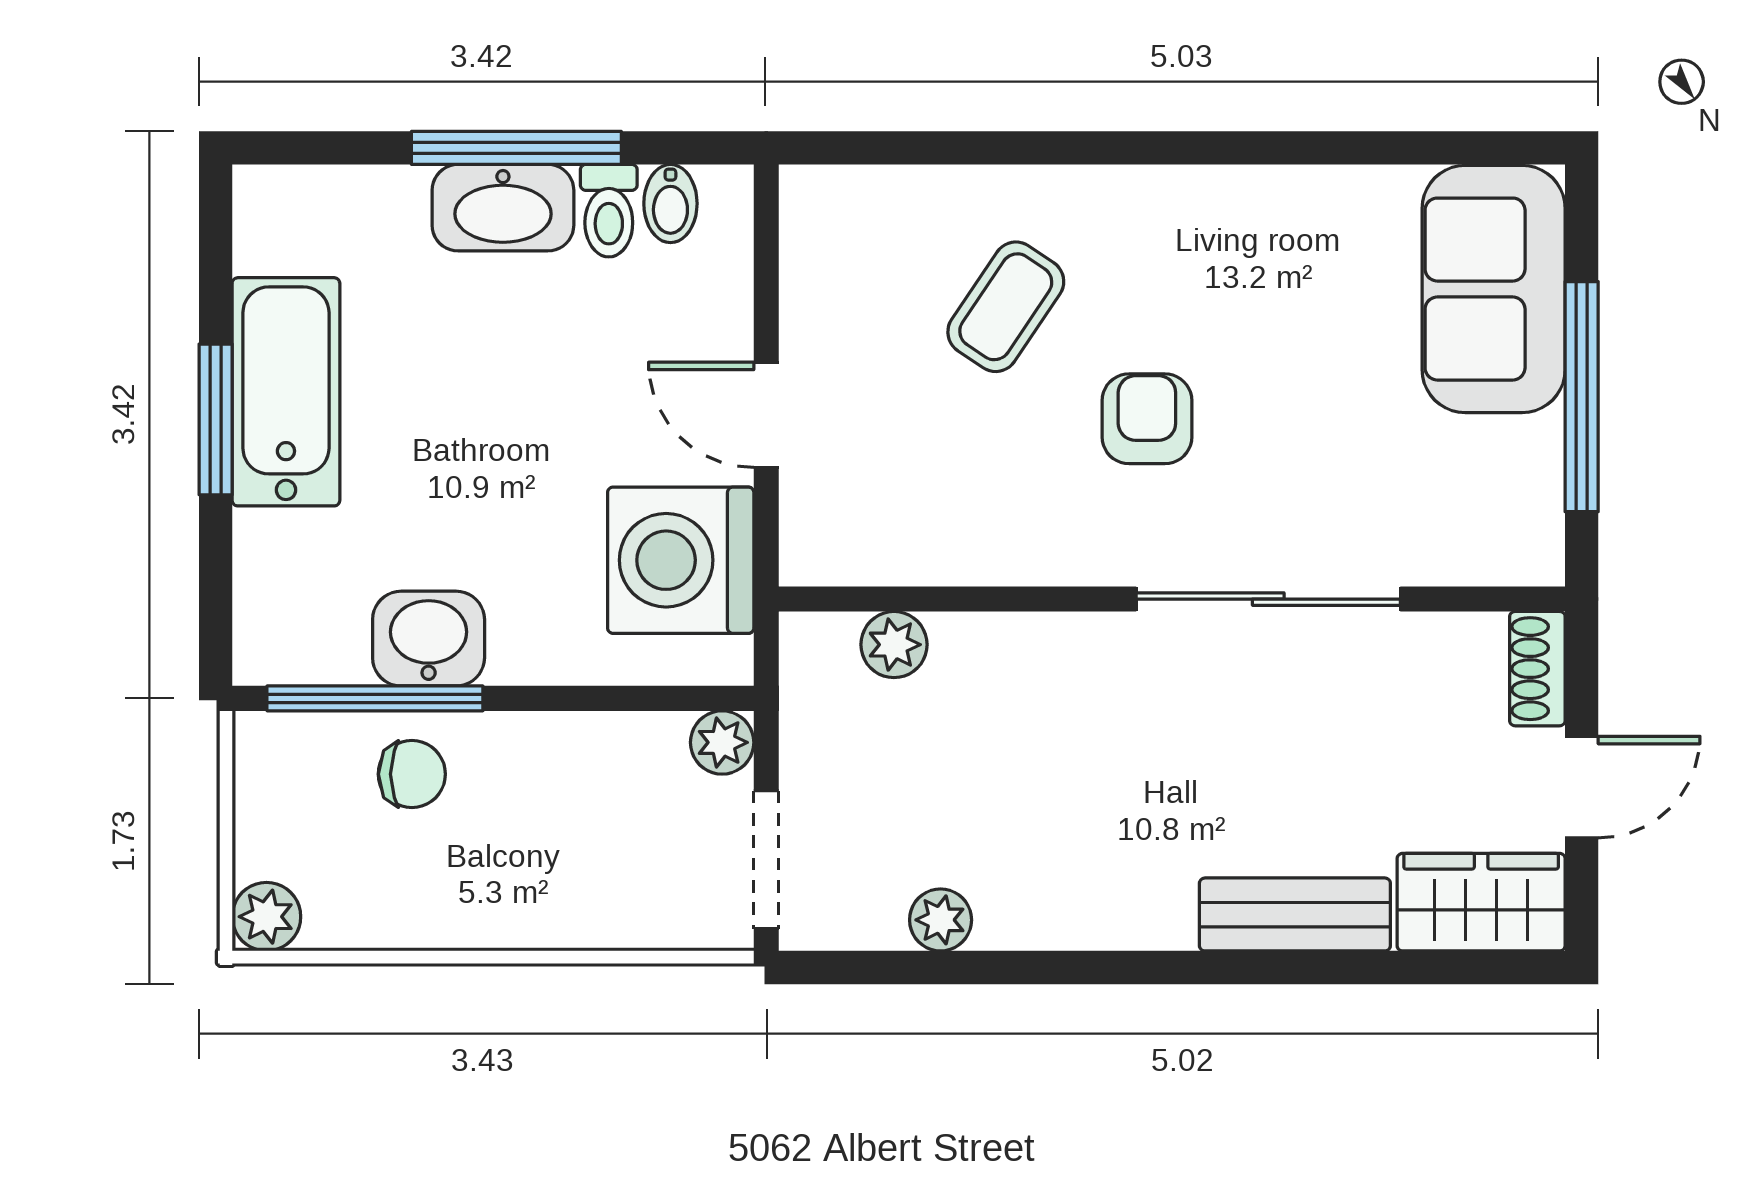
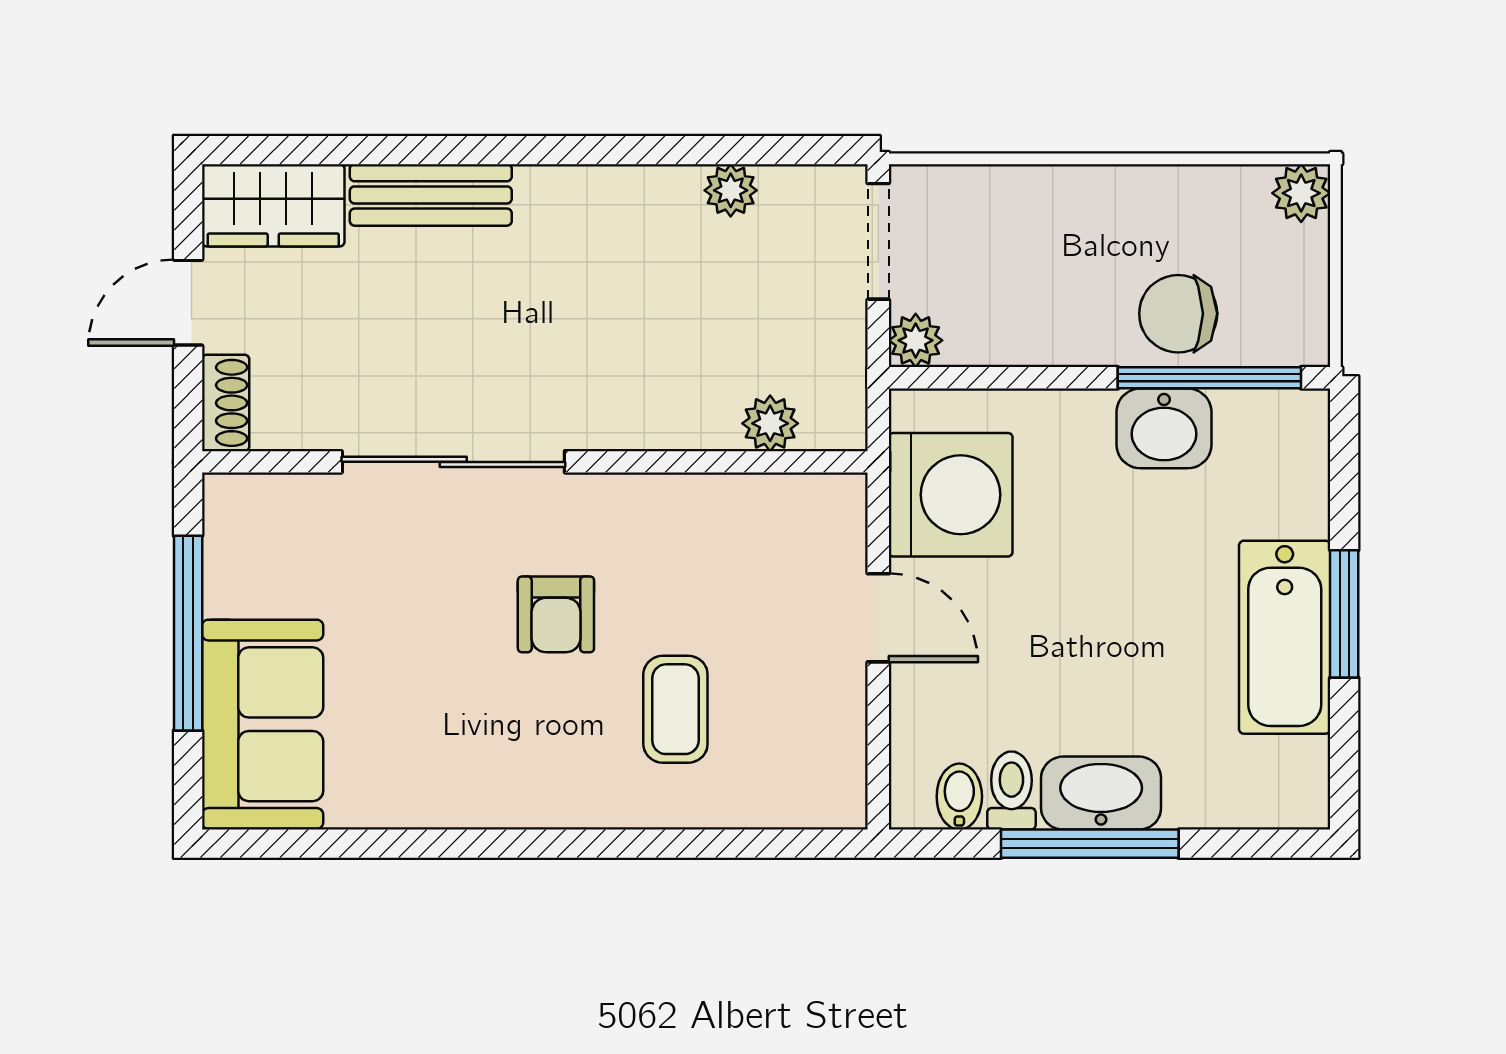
coffee table: (1006, 307) -> (675, 709), turned -34
chair: (412, 774) -> (1178, 314), width x1.37, depth x1.37

